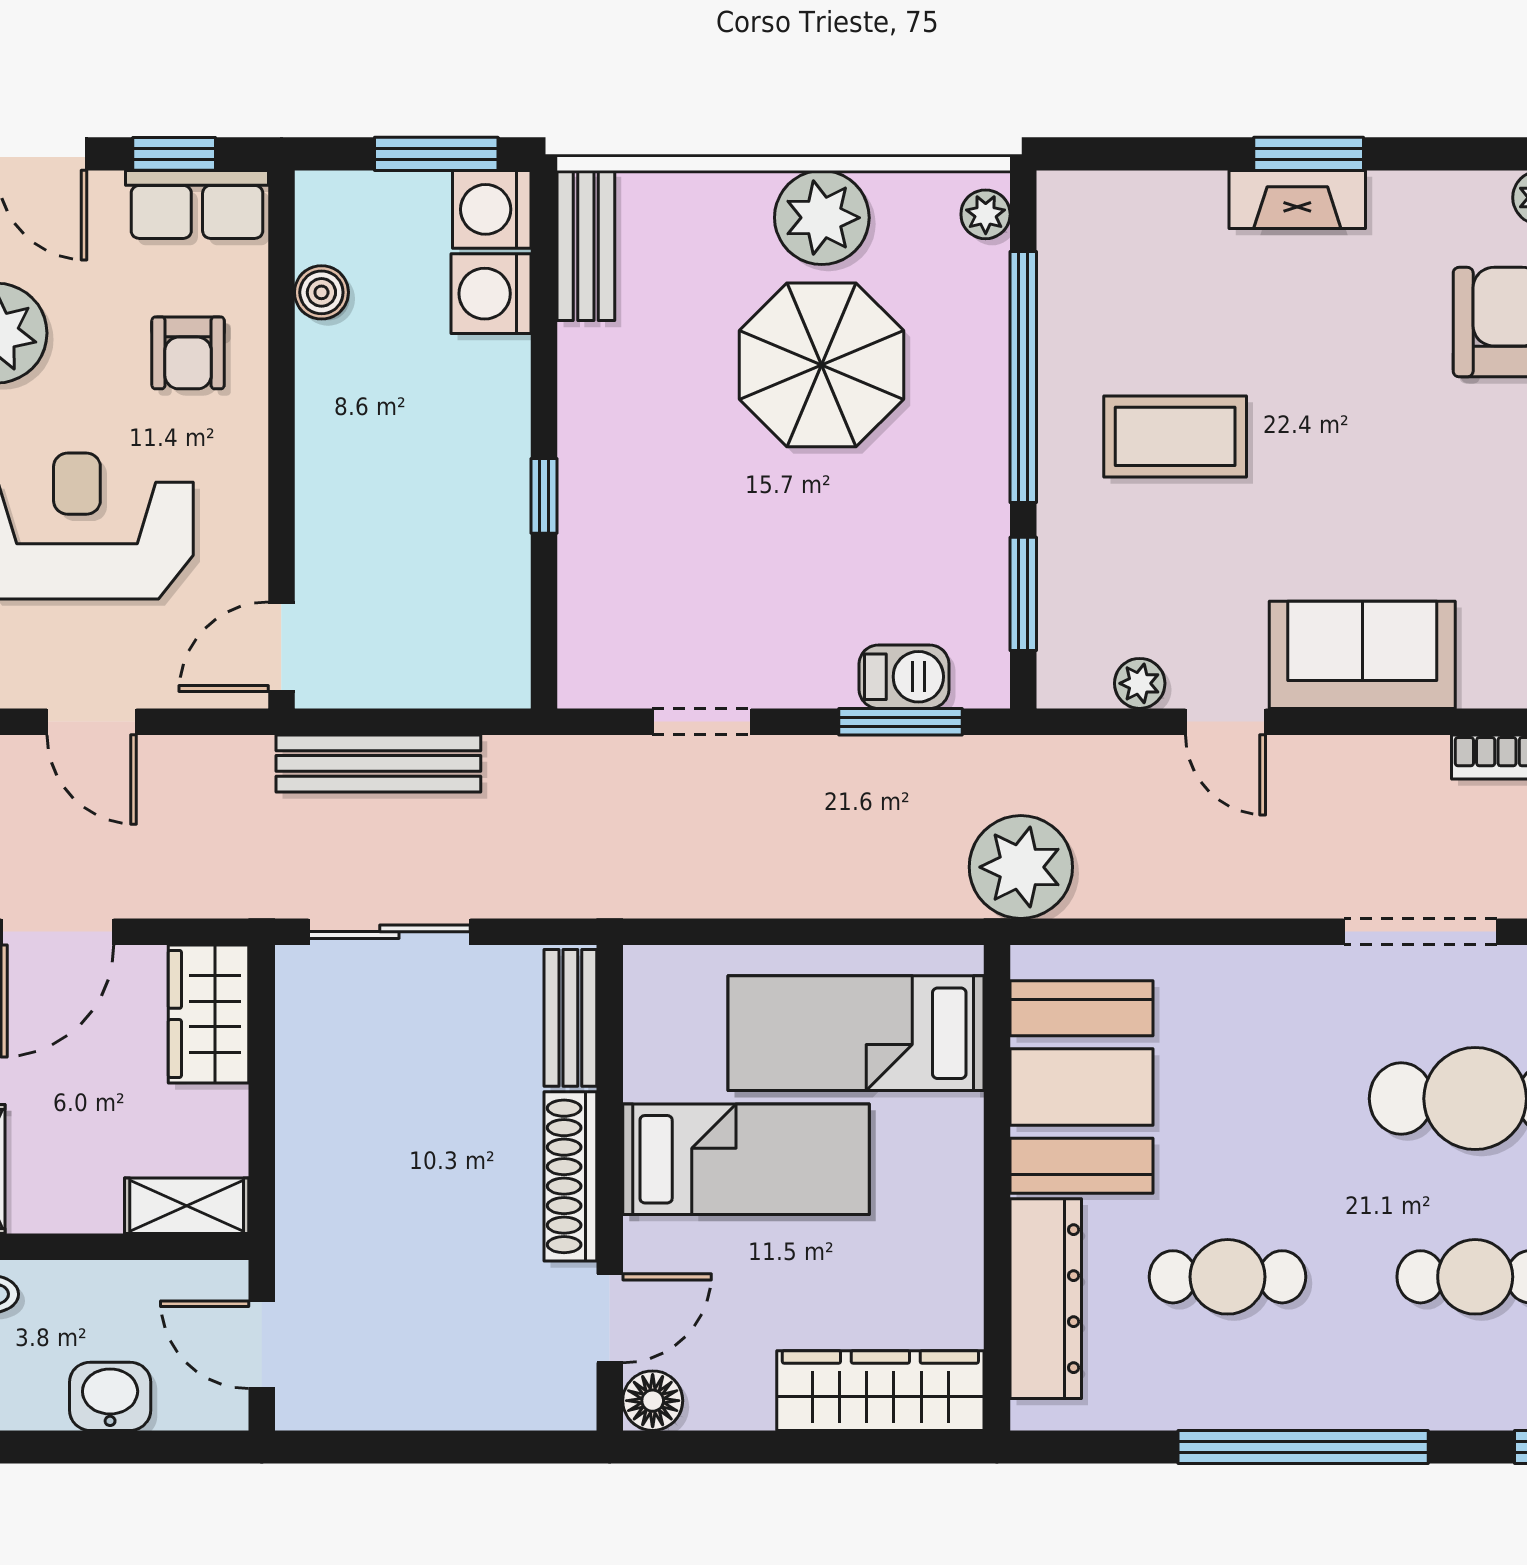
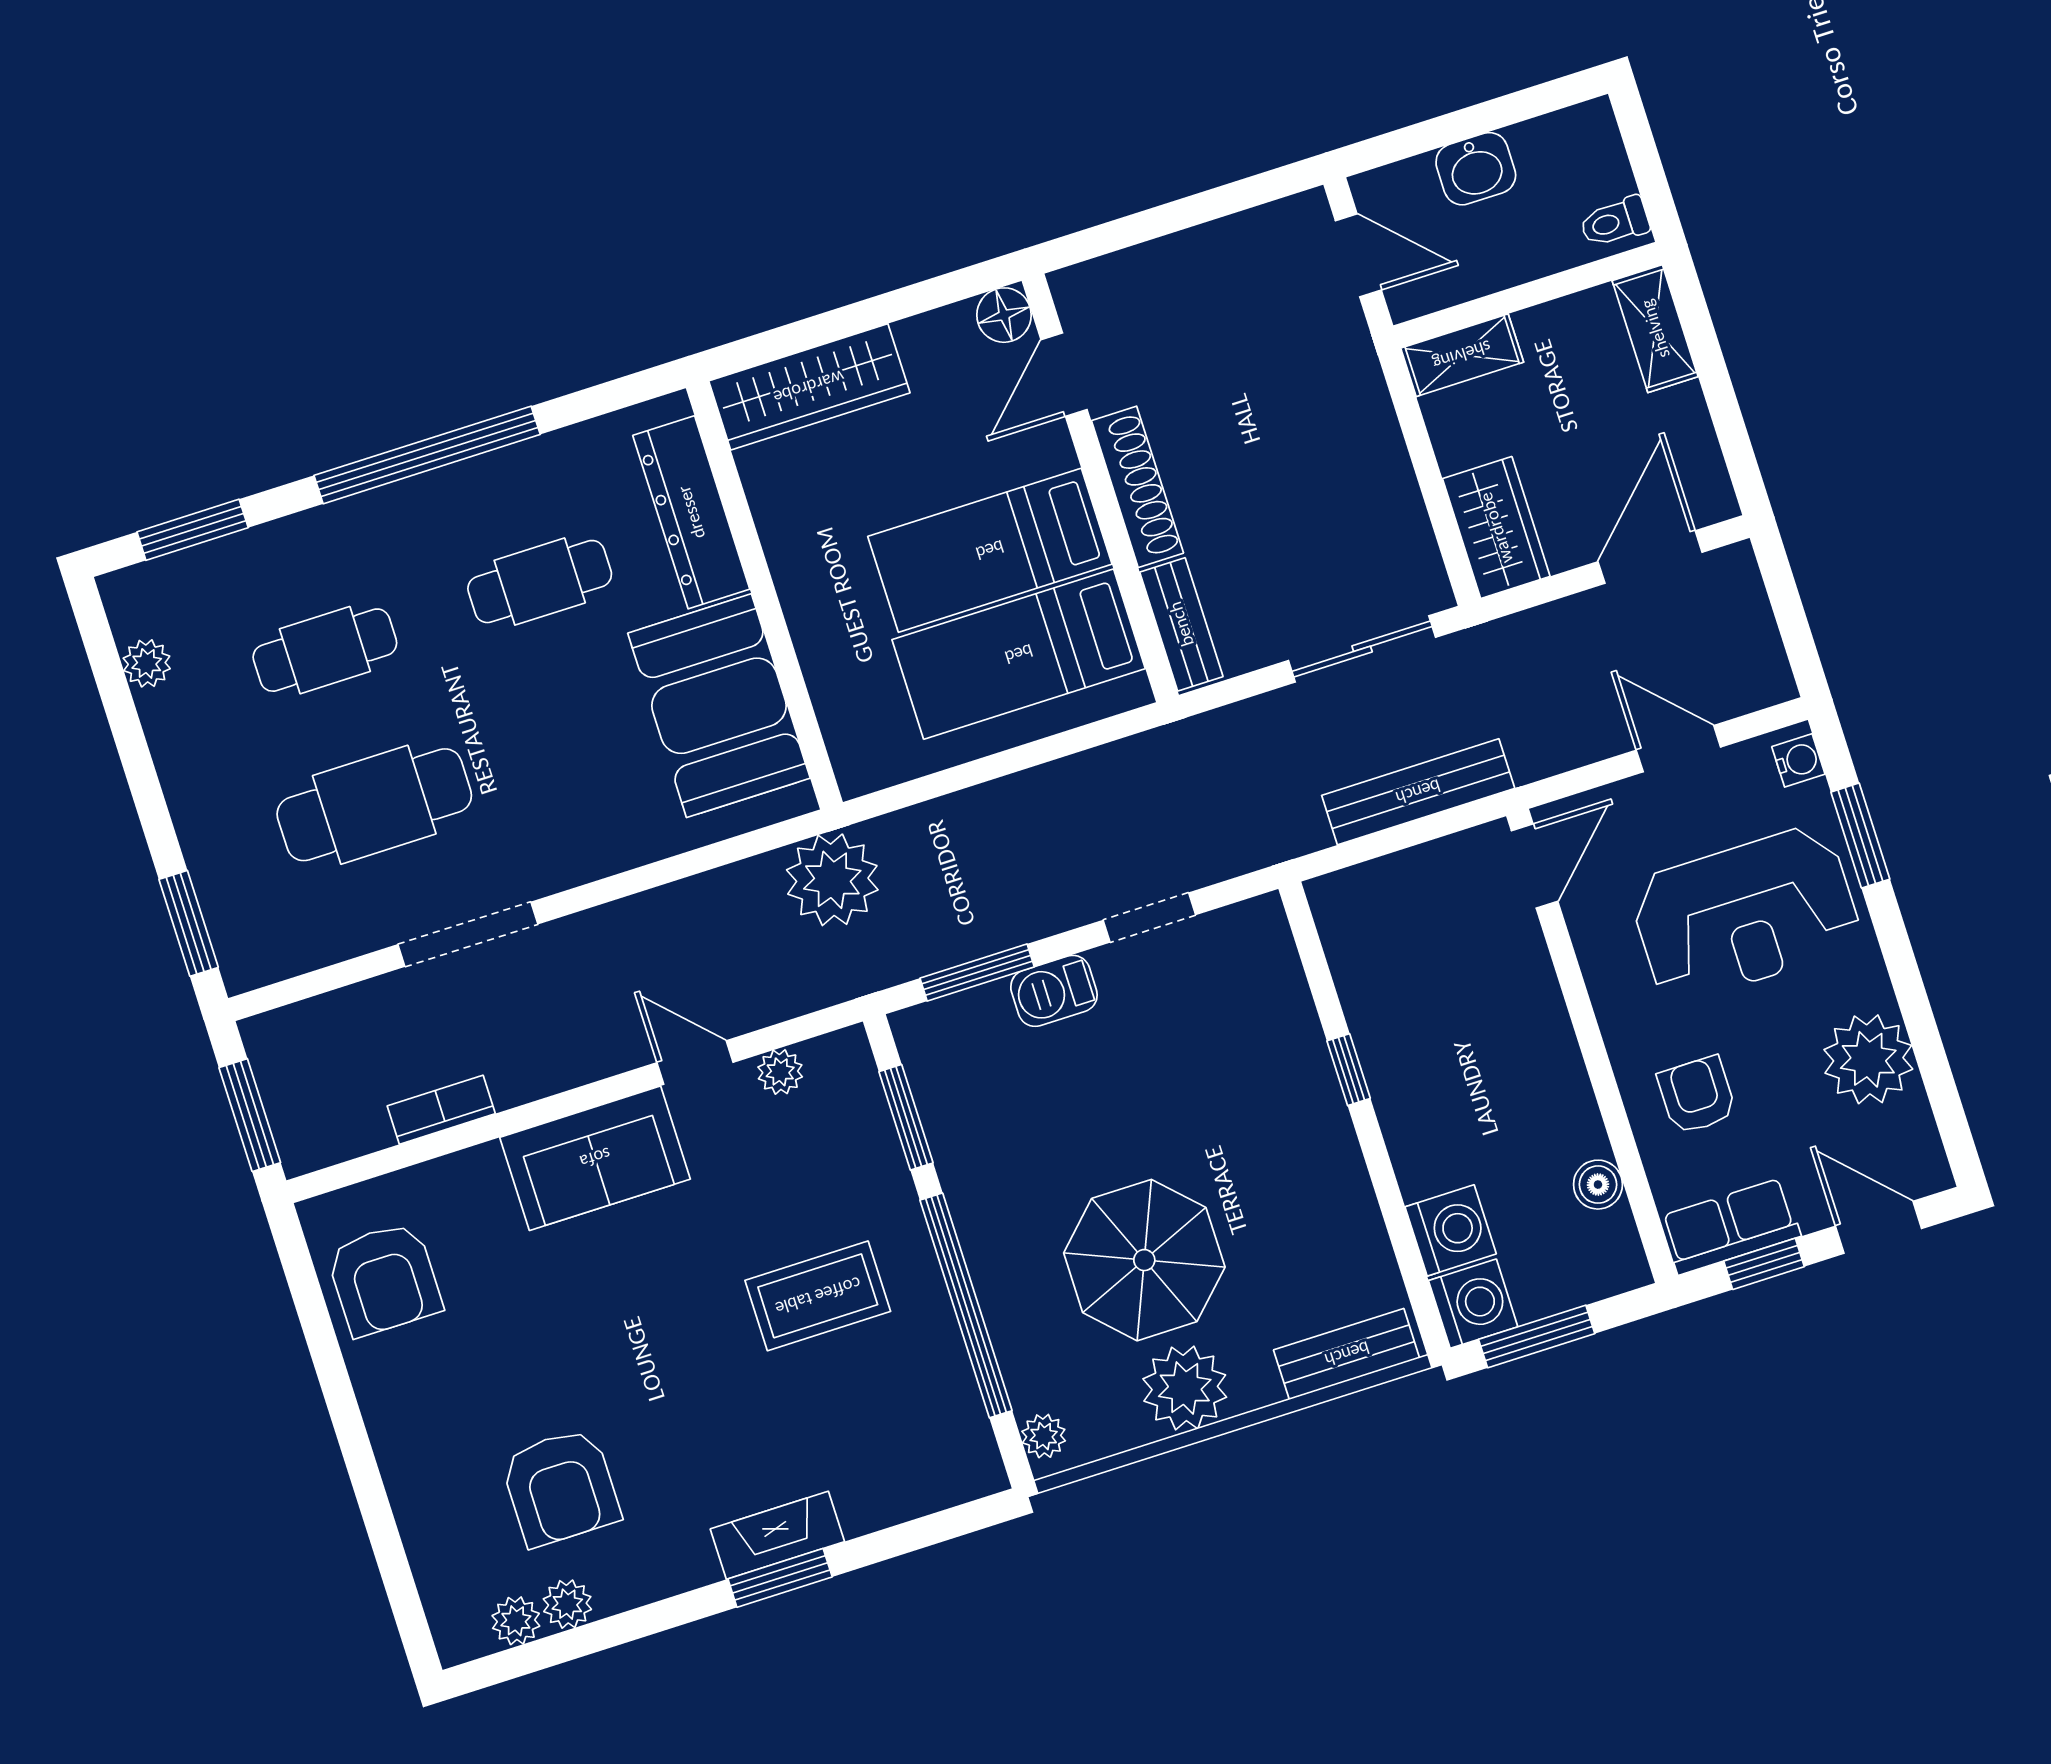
bench: (586, 245) -> (1347, 1354), moved, turned 90
barbecue: (904, 677) -> (1054, 991), moved
bed: (856, 1033) -> (1019, 654), moved, turned 180

